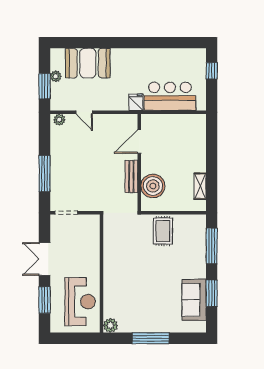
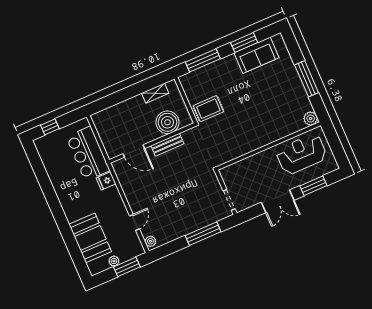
door: (139, 142) -> (134, 151), moved
wall: (139, 163) -> (152, 143), moved
bench: (131, 176) -> (167, 145), moved
boiler: (153, 186) -> (167, 122), moved

